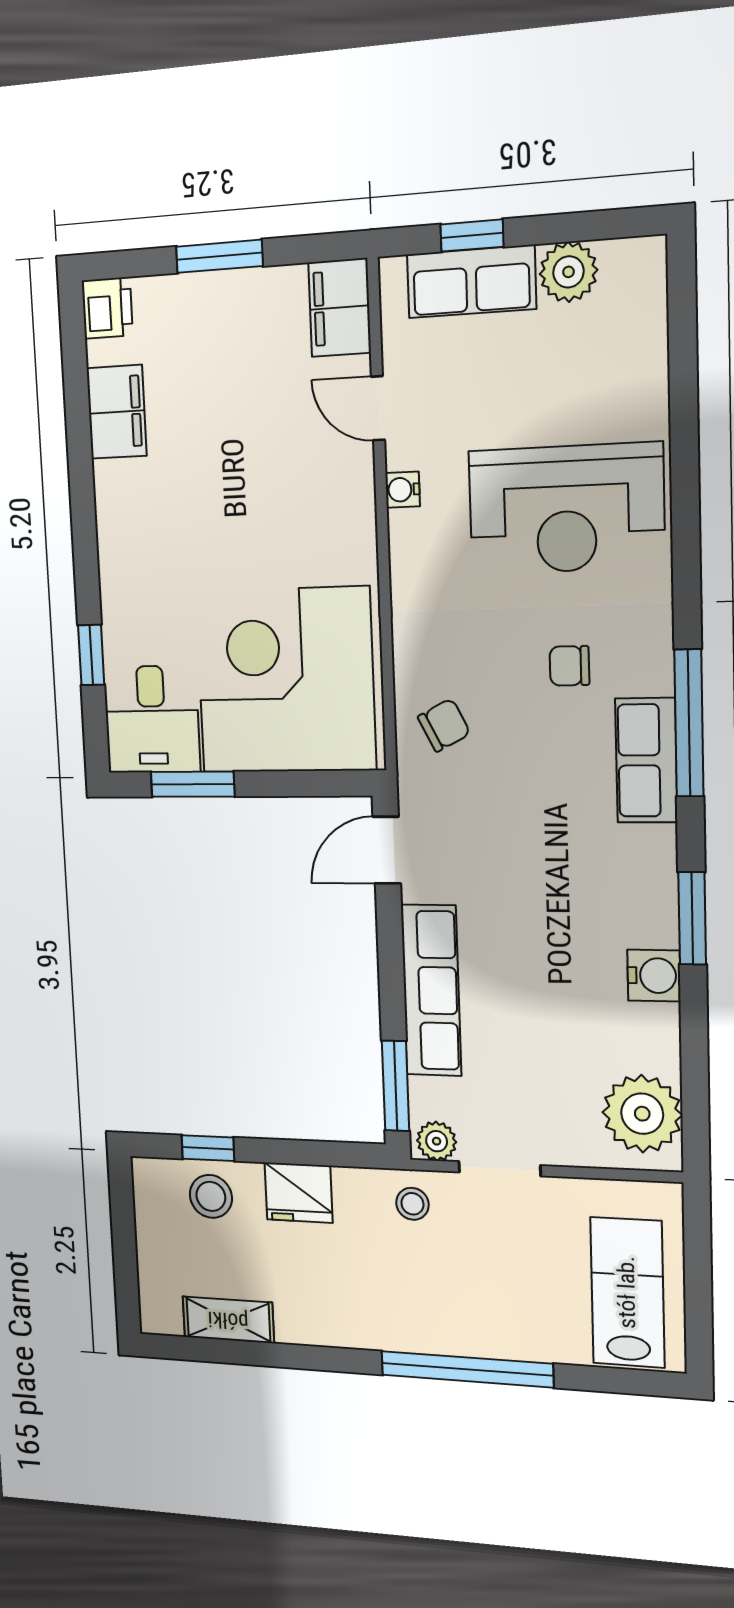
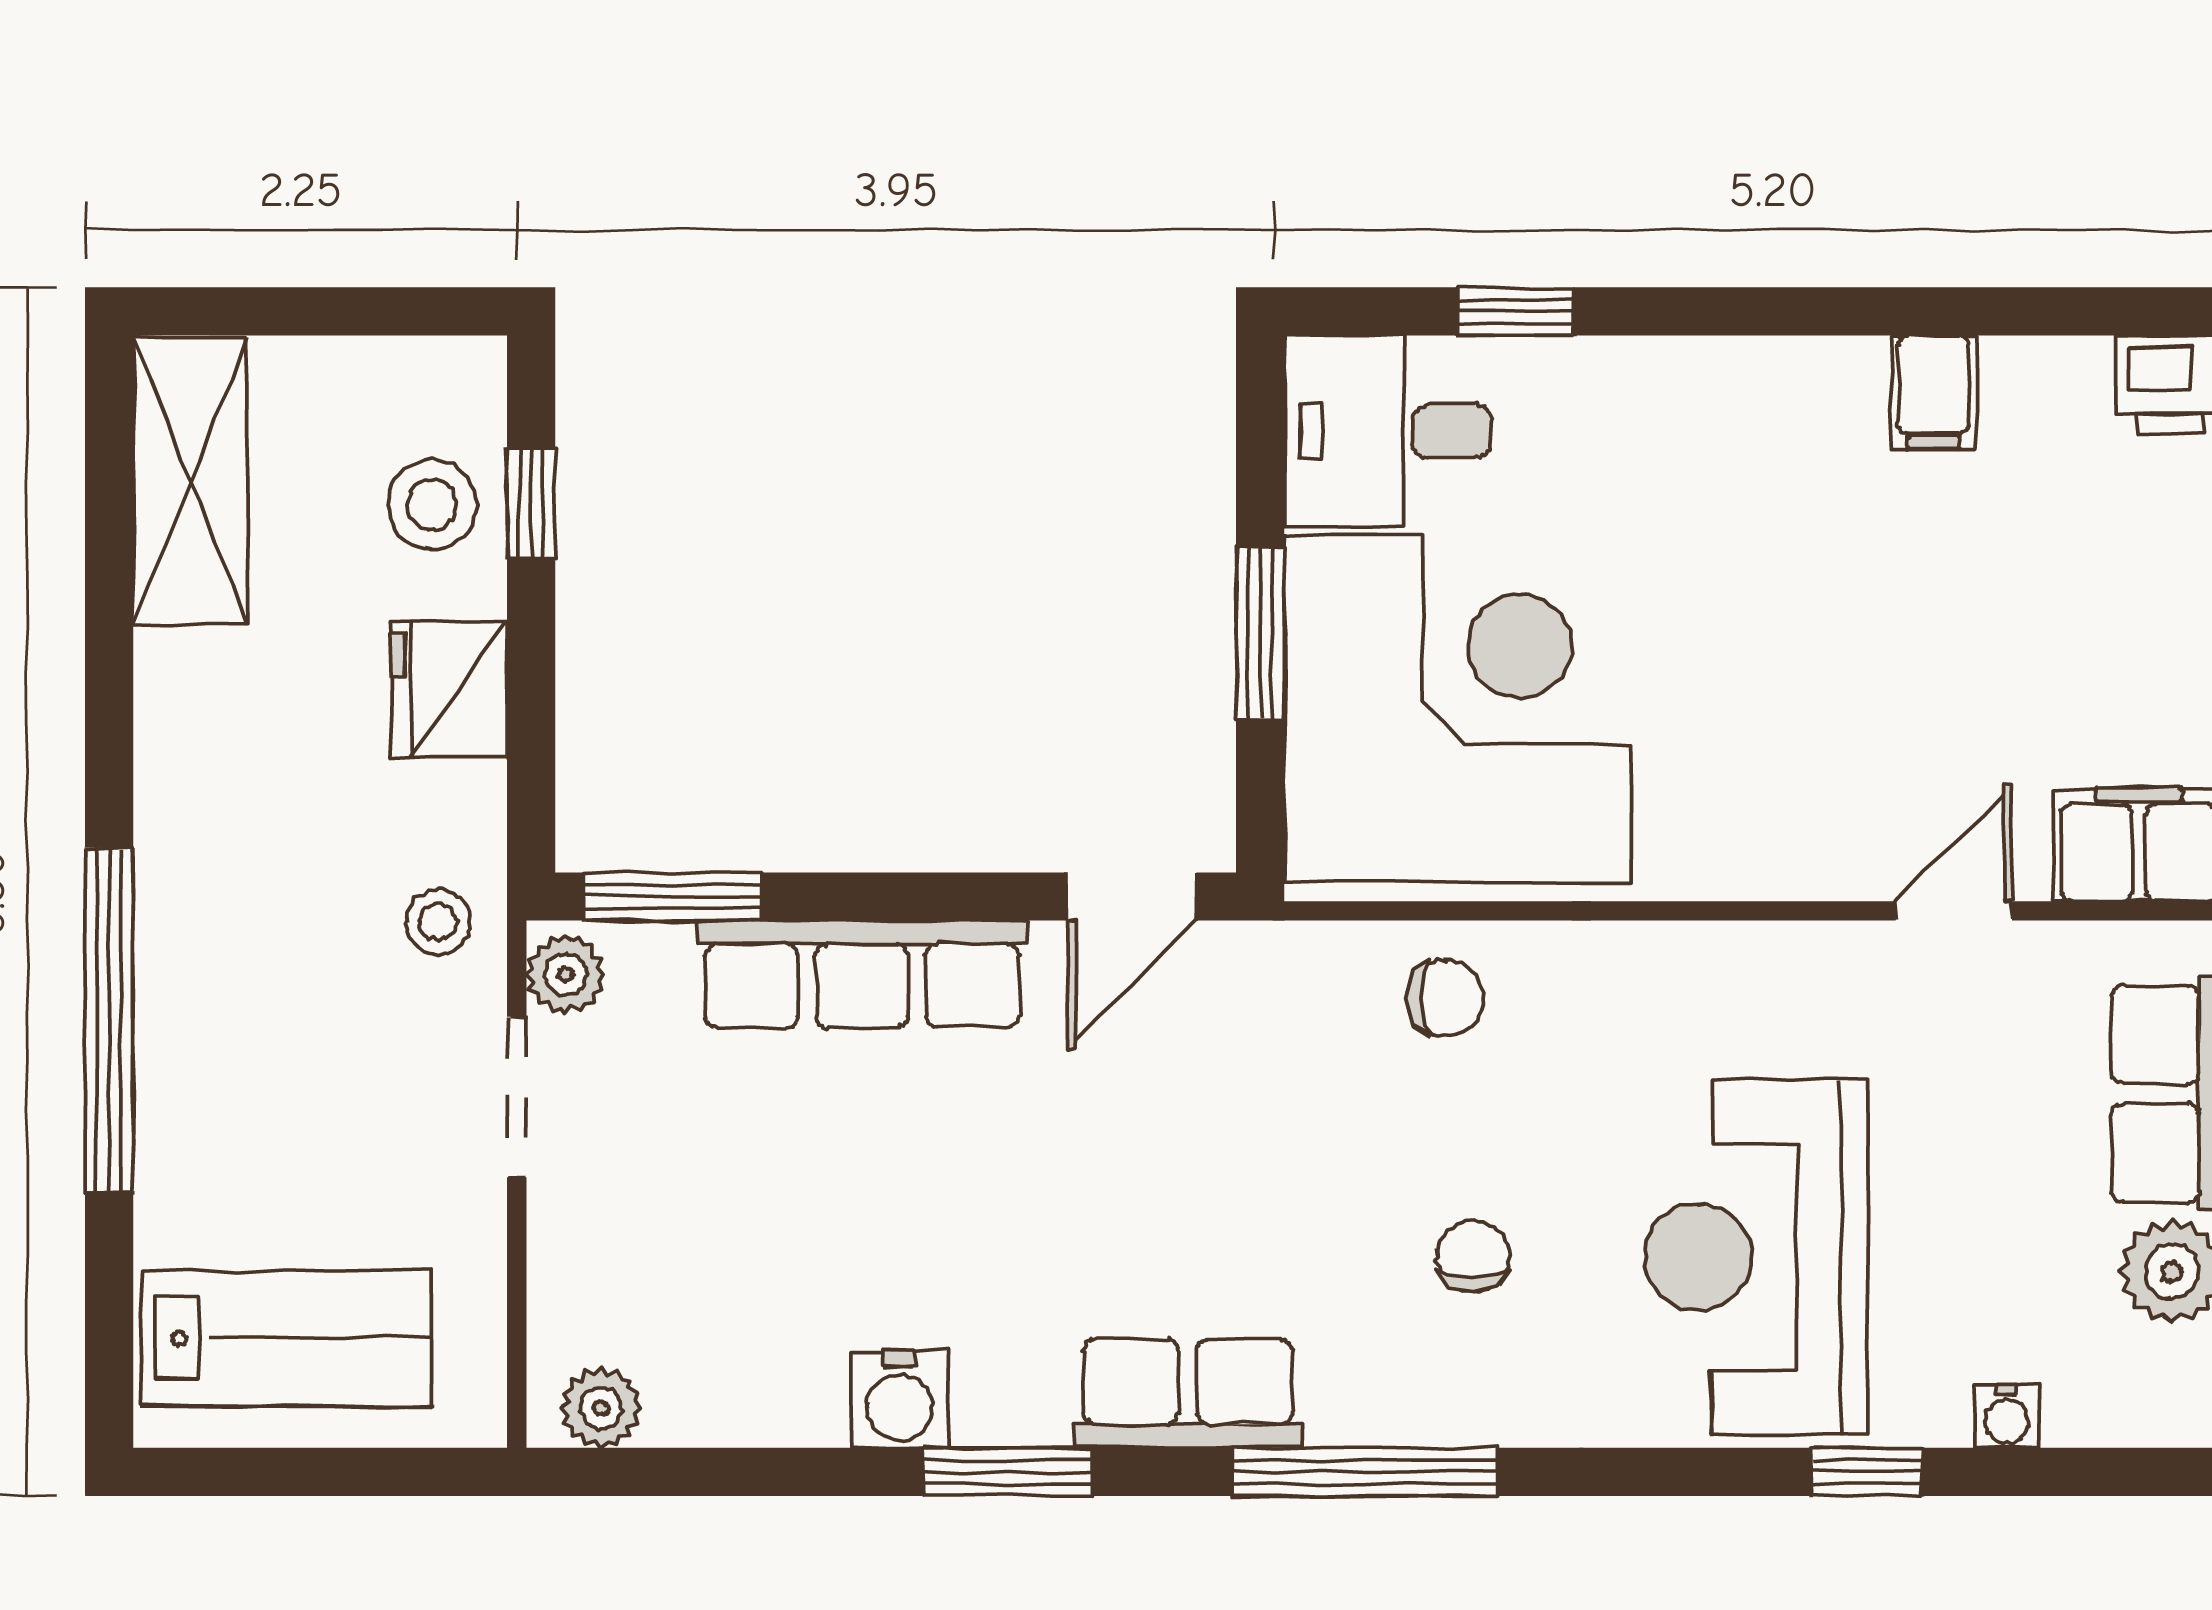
filing cabinet: (117, 412) -> (1933, 392), width x0.50
window: (684, 441) -> (1867, 1472), added
water cooler: (403, 490) -> (2007, 1416), moved, turned 180
chair: (444, 725) -> (1445, 998), moved, turned -63
row of seats: (646, 760) -> (1188, 1394), moved
window: (193, 784) -> (1260, 633), moved
door: (387, 850) -> (1132, 897), swing flipped
plant: (642, 1114) -> (601, 1408), width x0.53, depth x0.53
shelving: (228, 1320) -> (190, 481), width x1.50, depth x1.33

